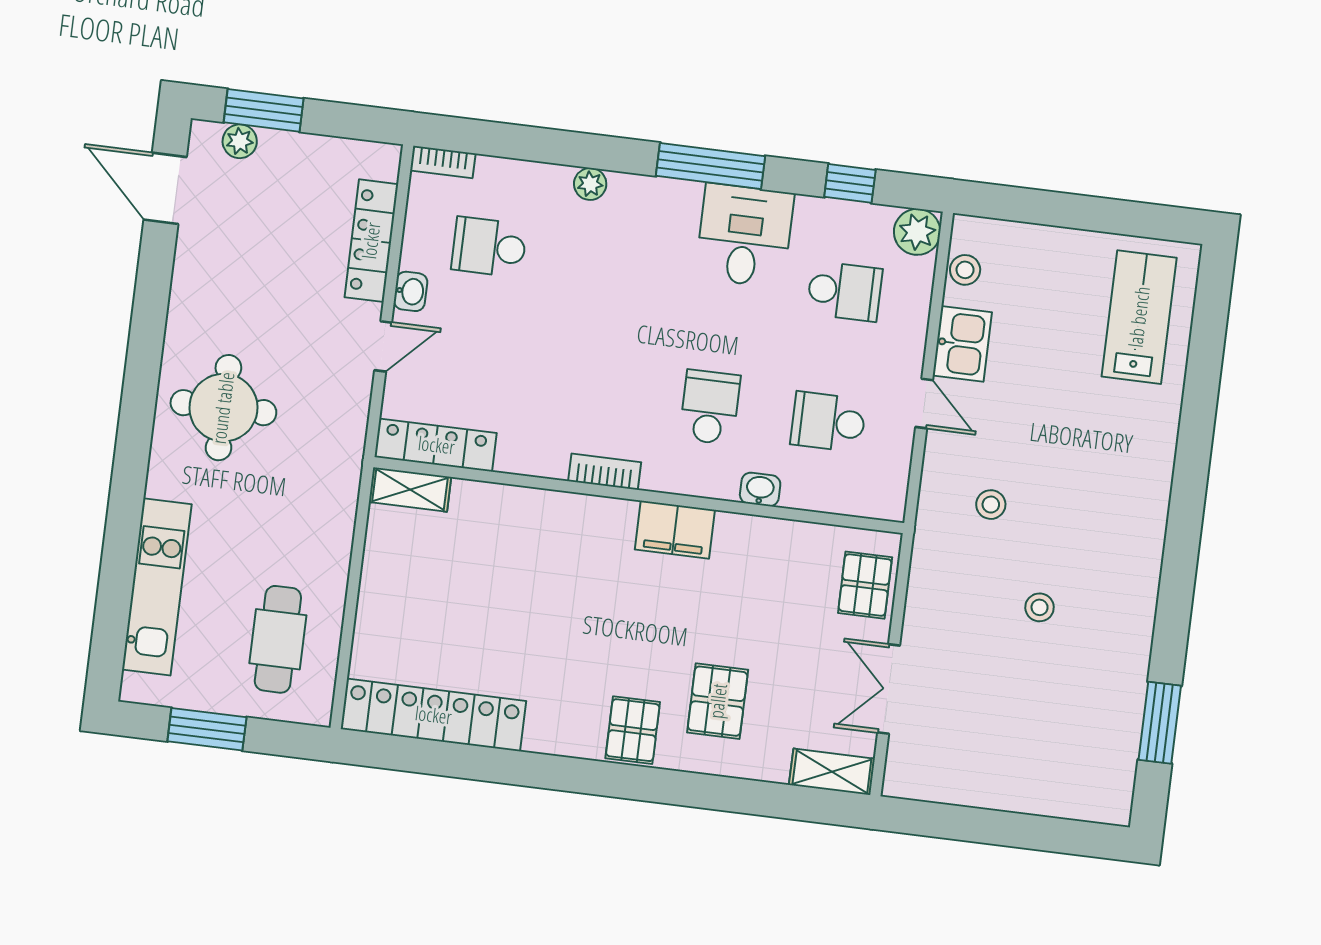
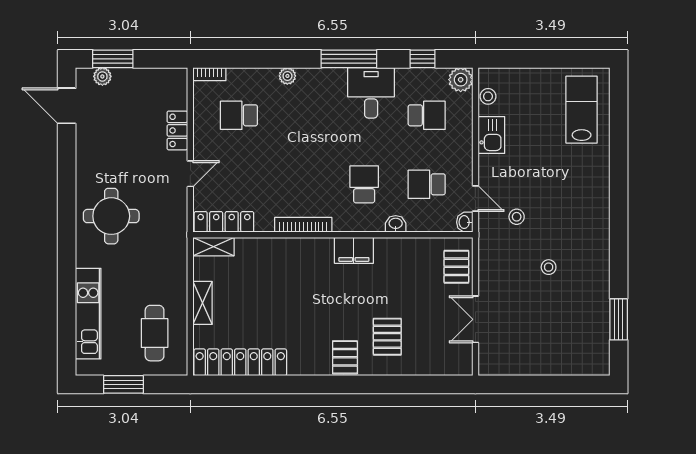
locker: (371, 241) -> (177, 130), width x0.66
washbasin: (411, 291) -> (465, 222), moved, turned 180
door: (924, 403) -> (475, 199), moved
bookcase: (605, 472) -> (303, 225), width x1.56
shelving: (832, 772) -> (203, 303), moved, turned 90

